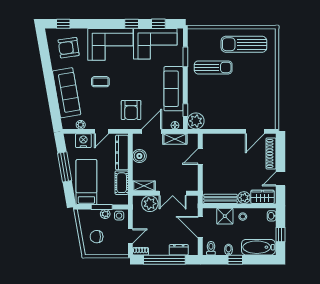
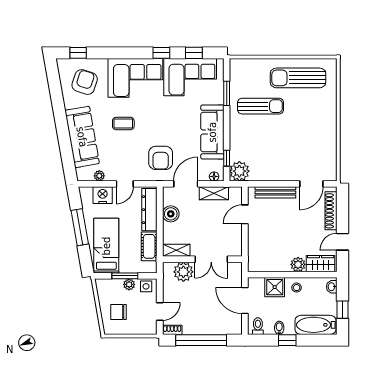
armchair: (69, 48) -> (85, 82), turned 116
bench: (220, 199) -> (275, 192), moved
dresser: (179, 250) -> (219, 328), removed

